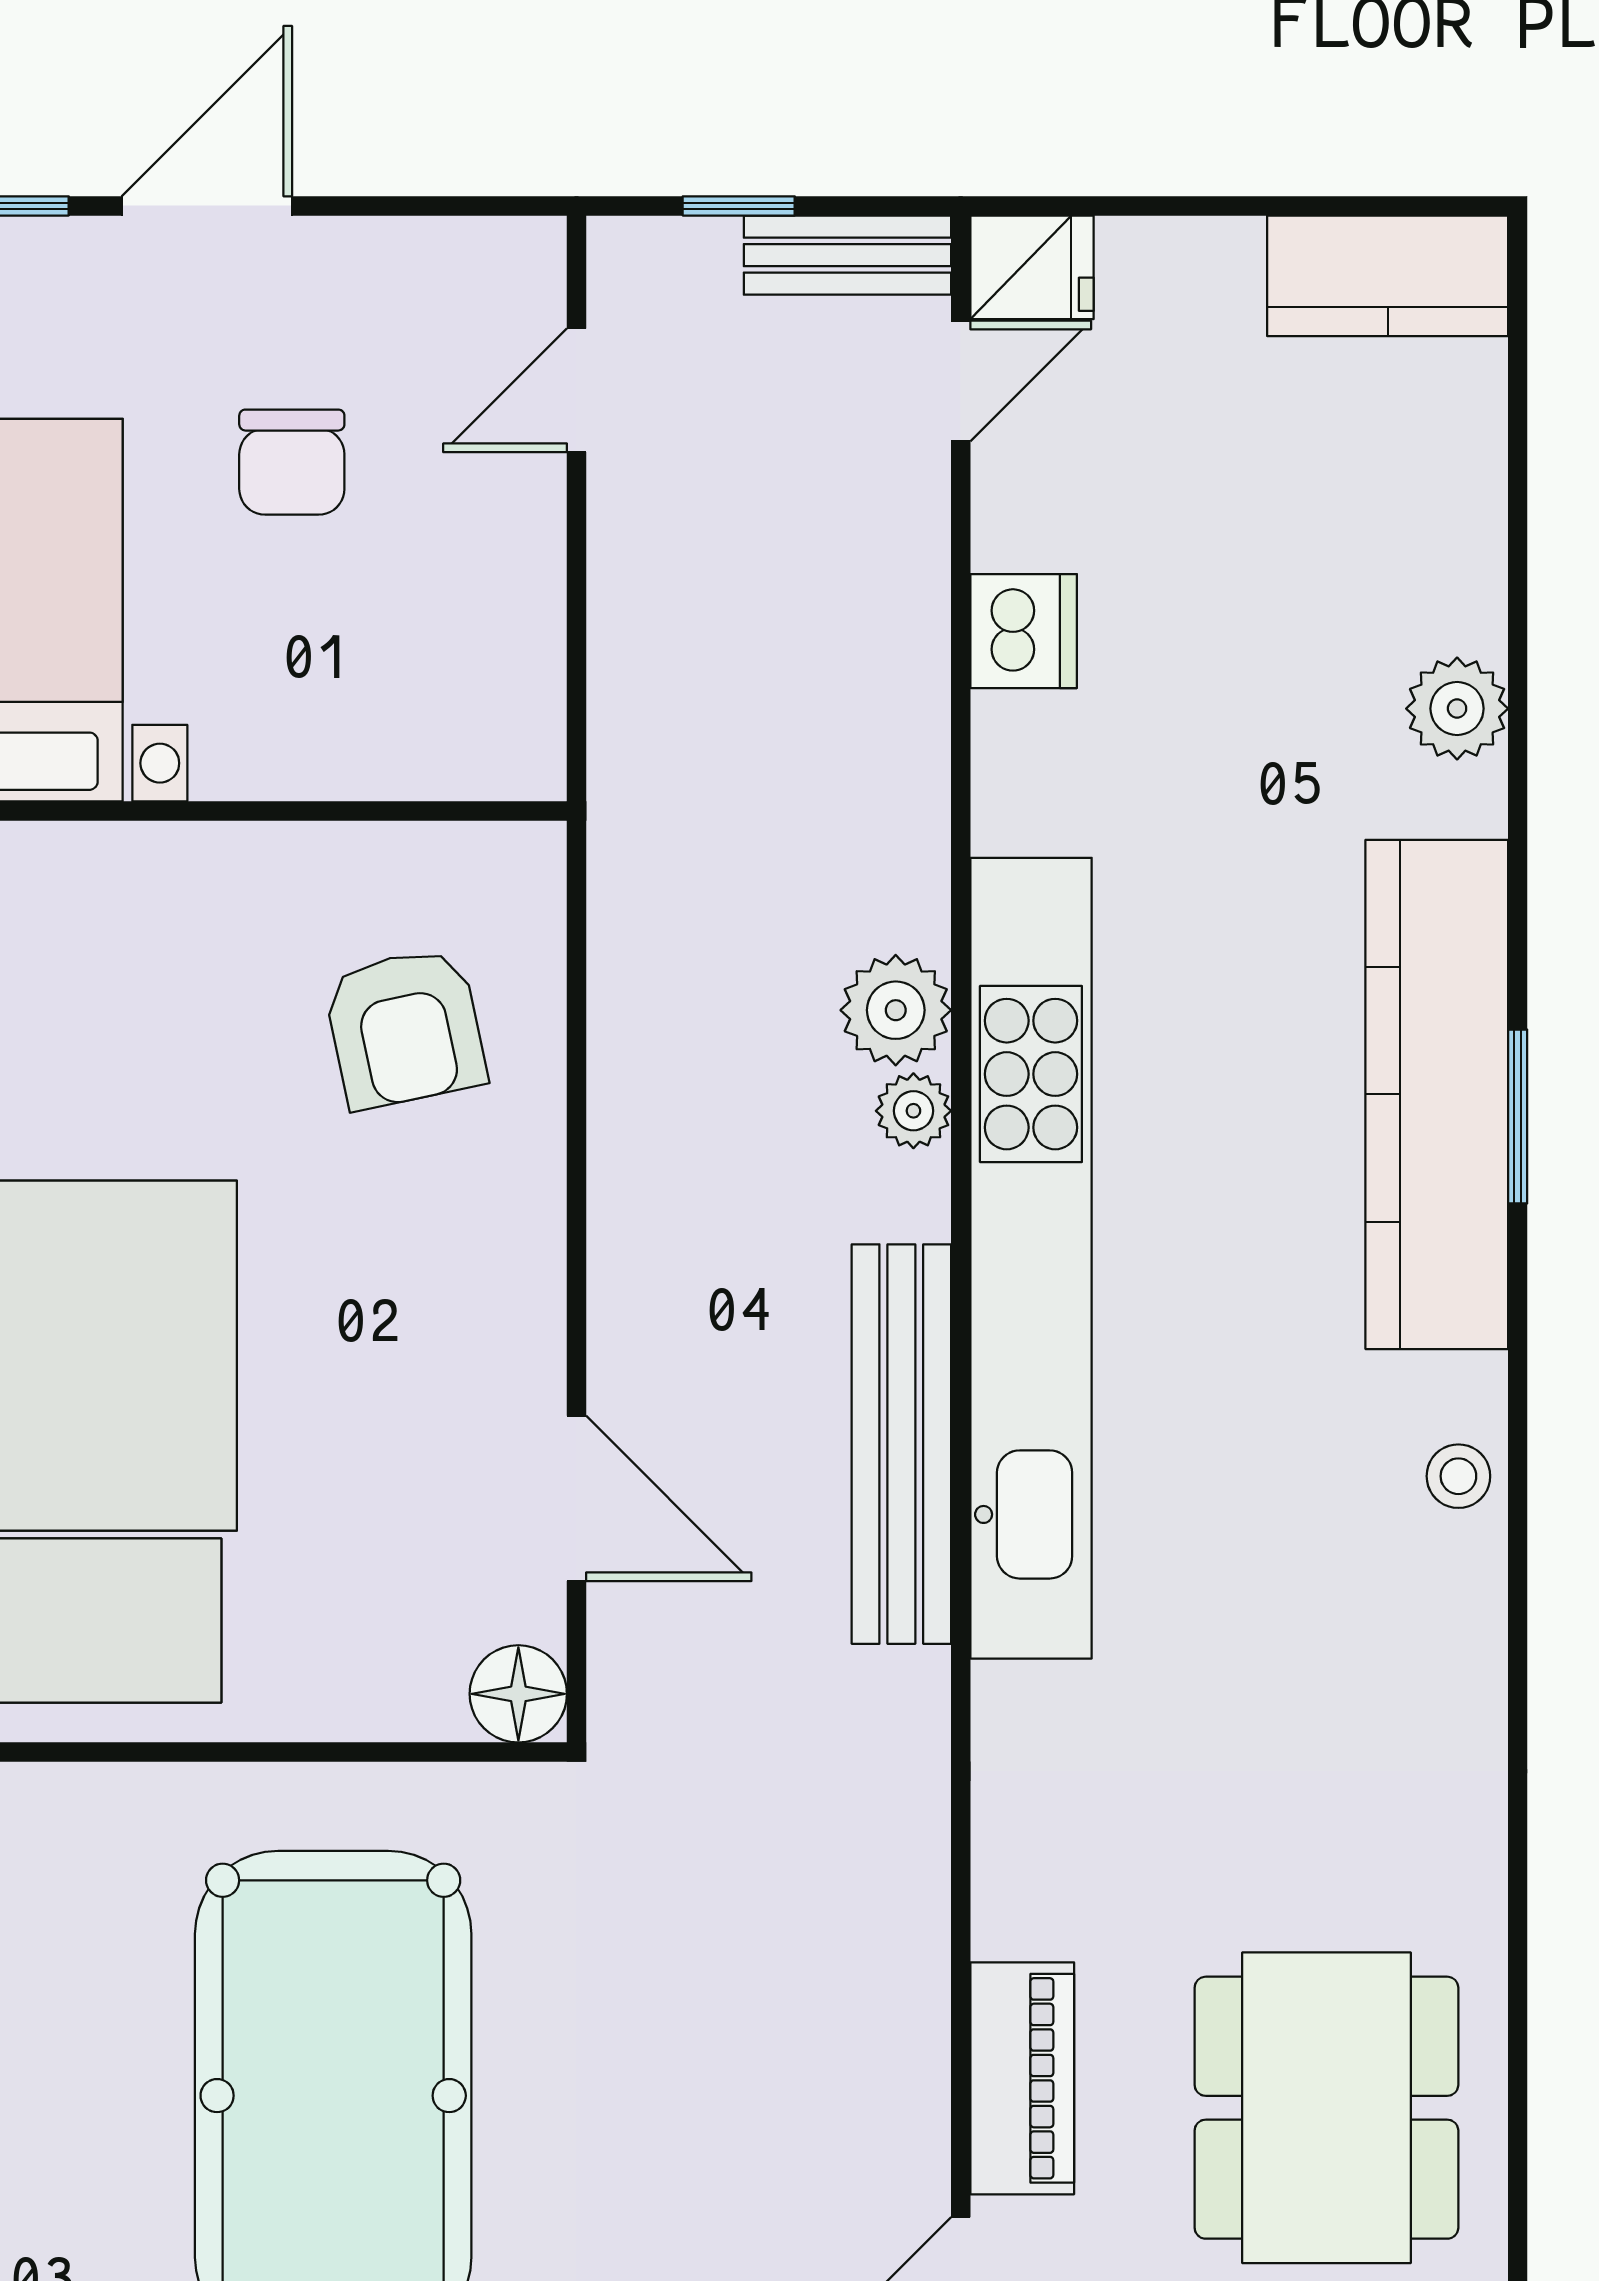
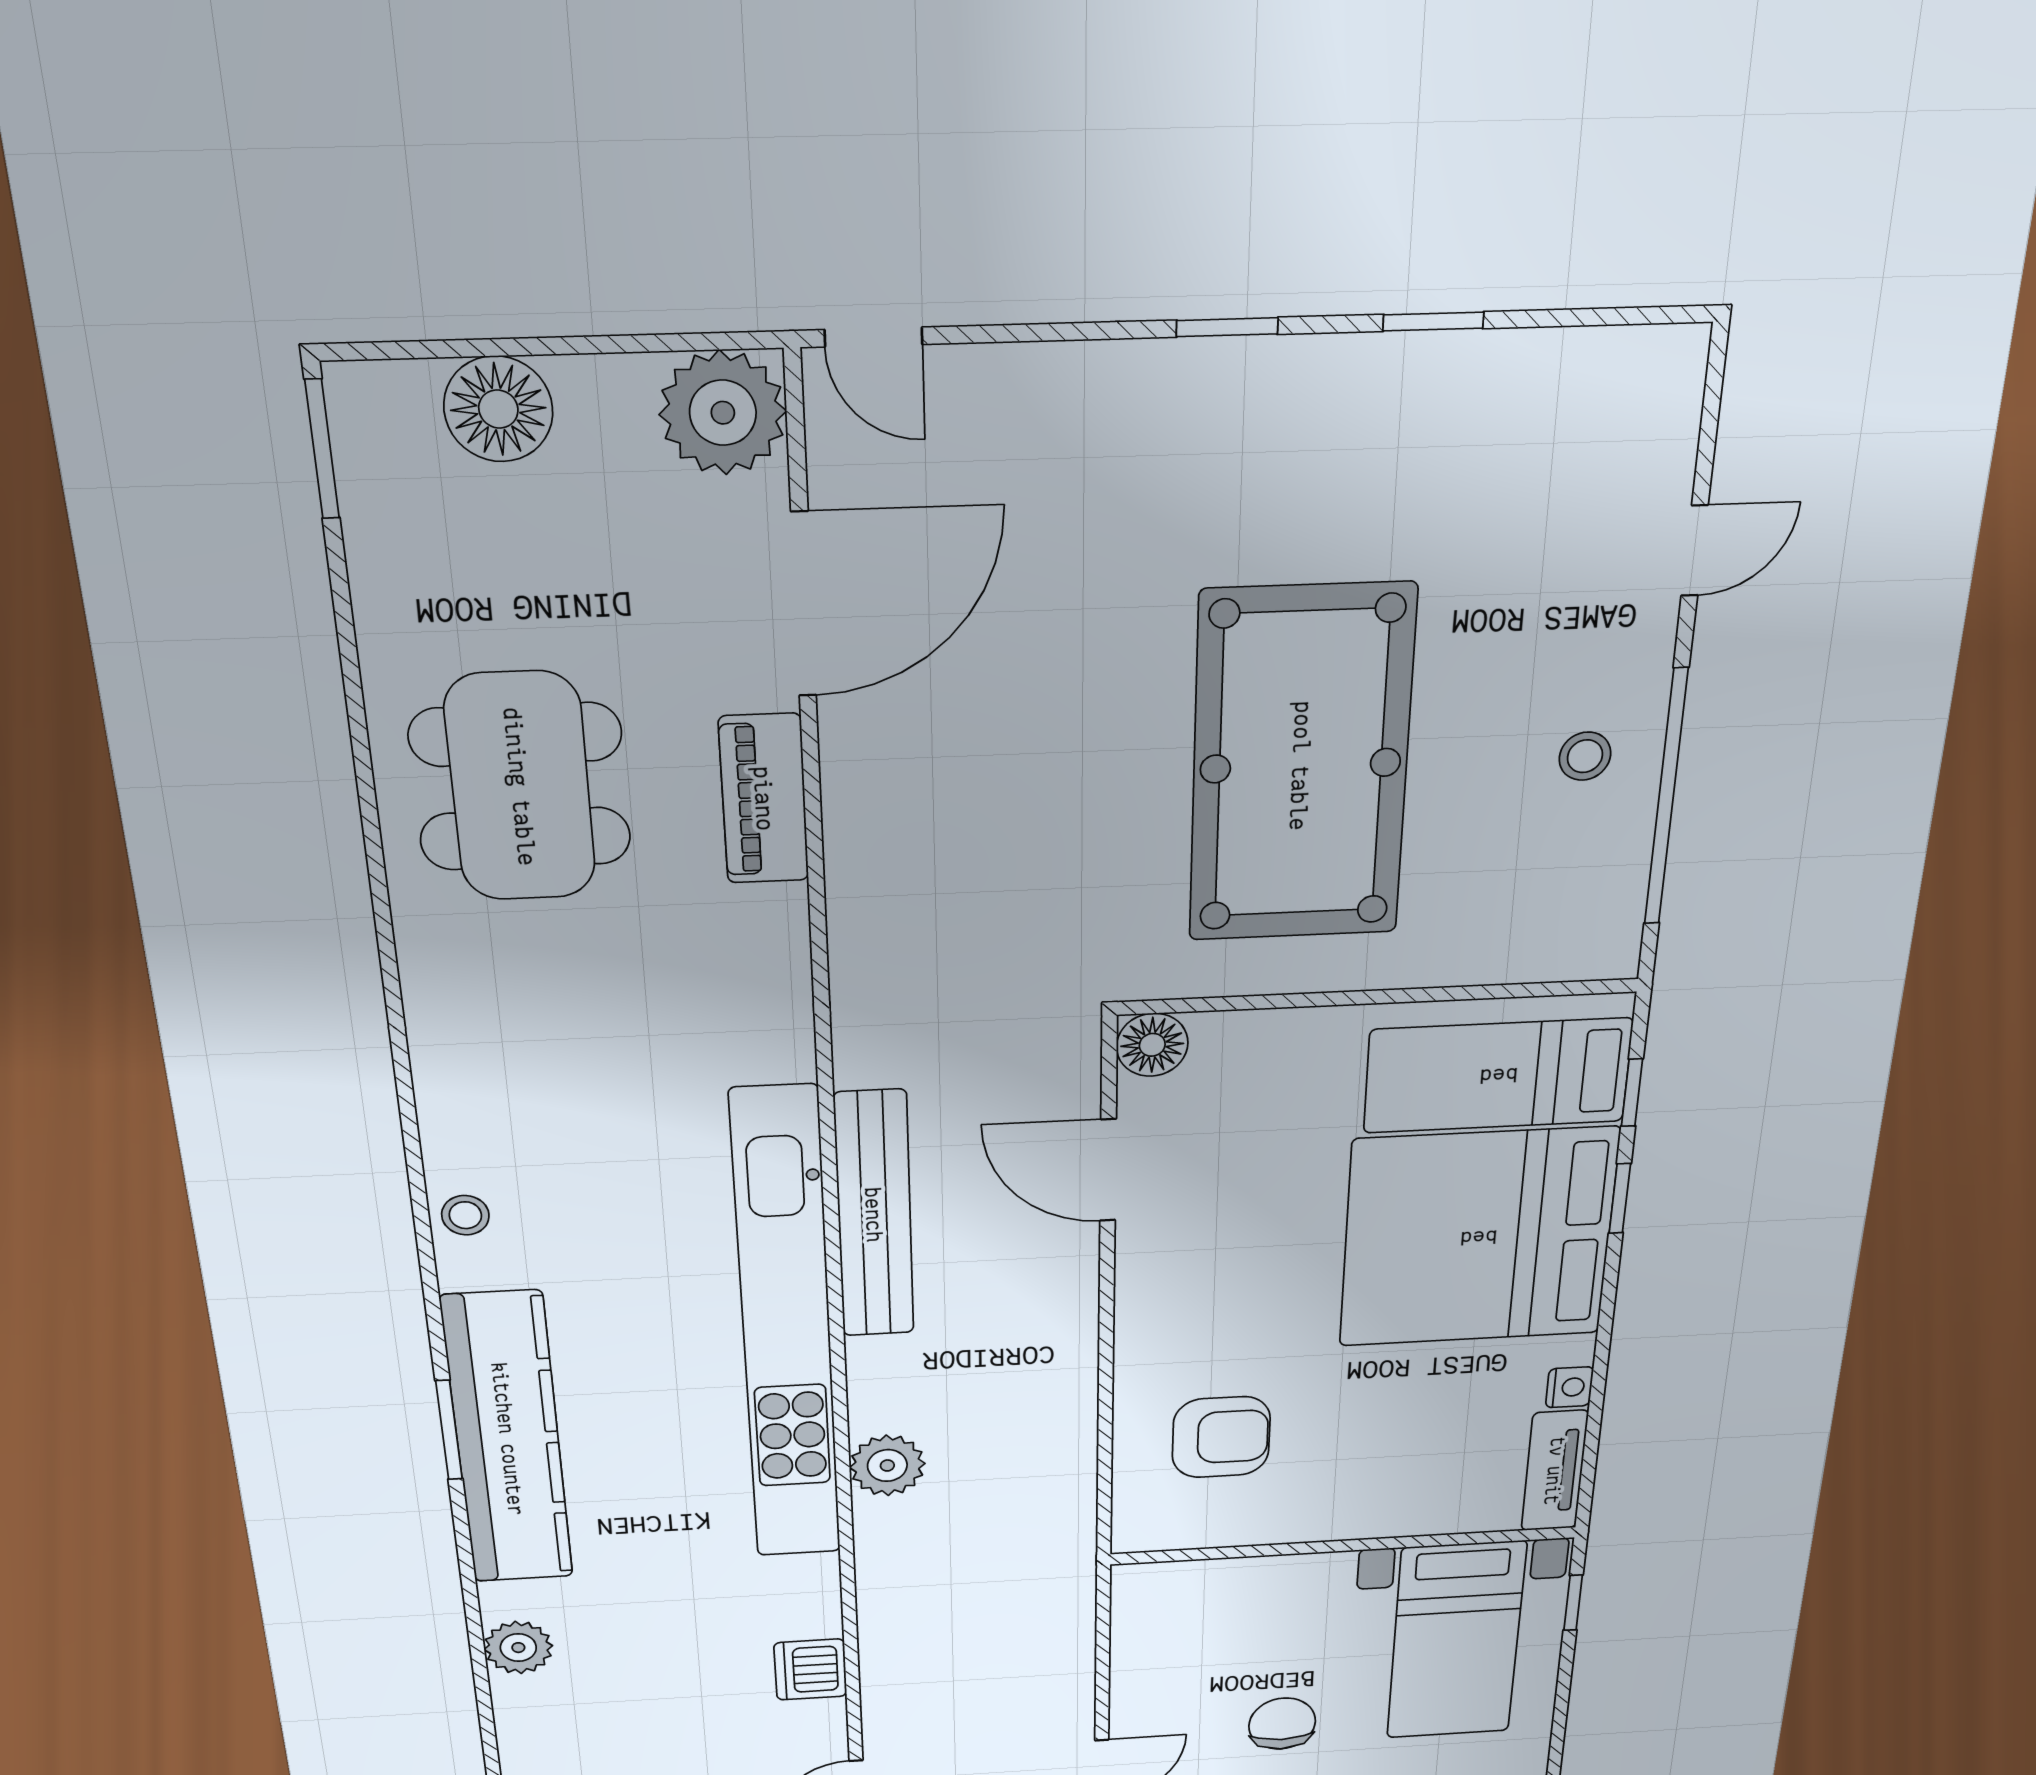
armchair: (405, 1028) -> (1221, 1437), turned 102
plant: (913, 1111) -> (873, 1410), removed

